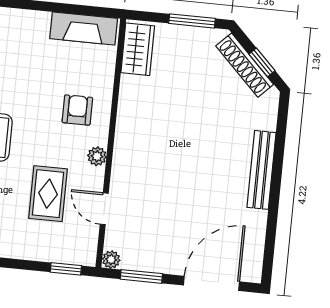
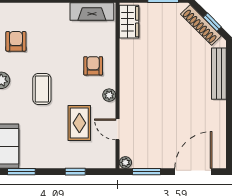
bench: (261, 170) -> (219, 74), moved
window: (66, 269) -> (75, 172), moved

